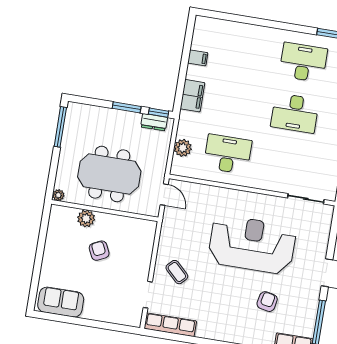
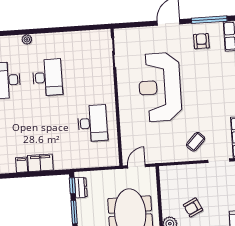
filing cabinet: (192, 96) -> (40, 163), moved
plant: (183, 148) -> (96, 160), removed
desk: (228, 154) -> (93, 123), turned 180
armchair: (267, 302) -> (201, 41), moved, turned 79

